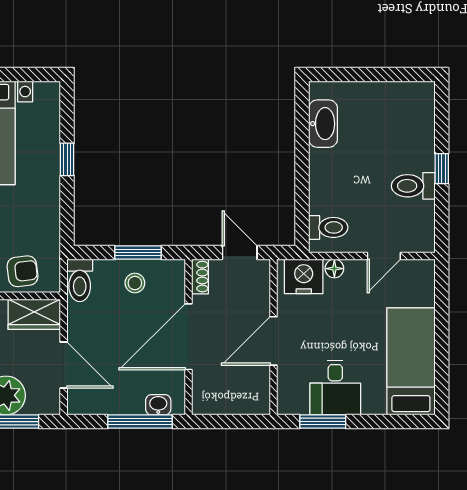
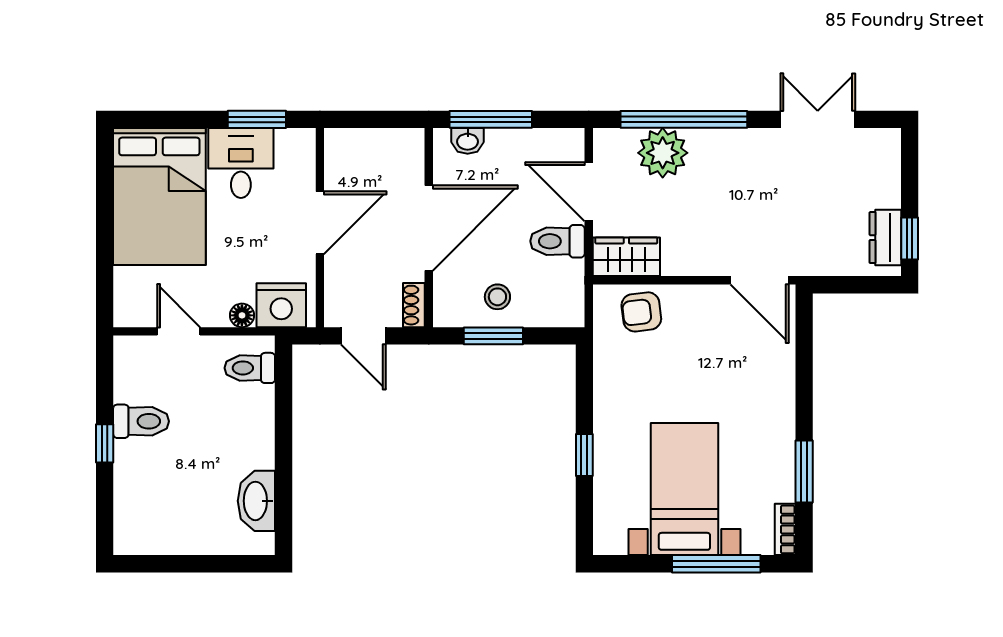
door: (384, 256) -> (179, 331), hinge flipped
toilet: (80, 280) -> (557, 241), moved, turned -90
bed: (411, 361) -> (159, 196), width x1.50

